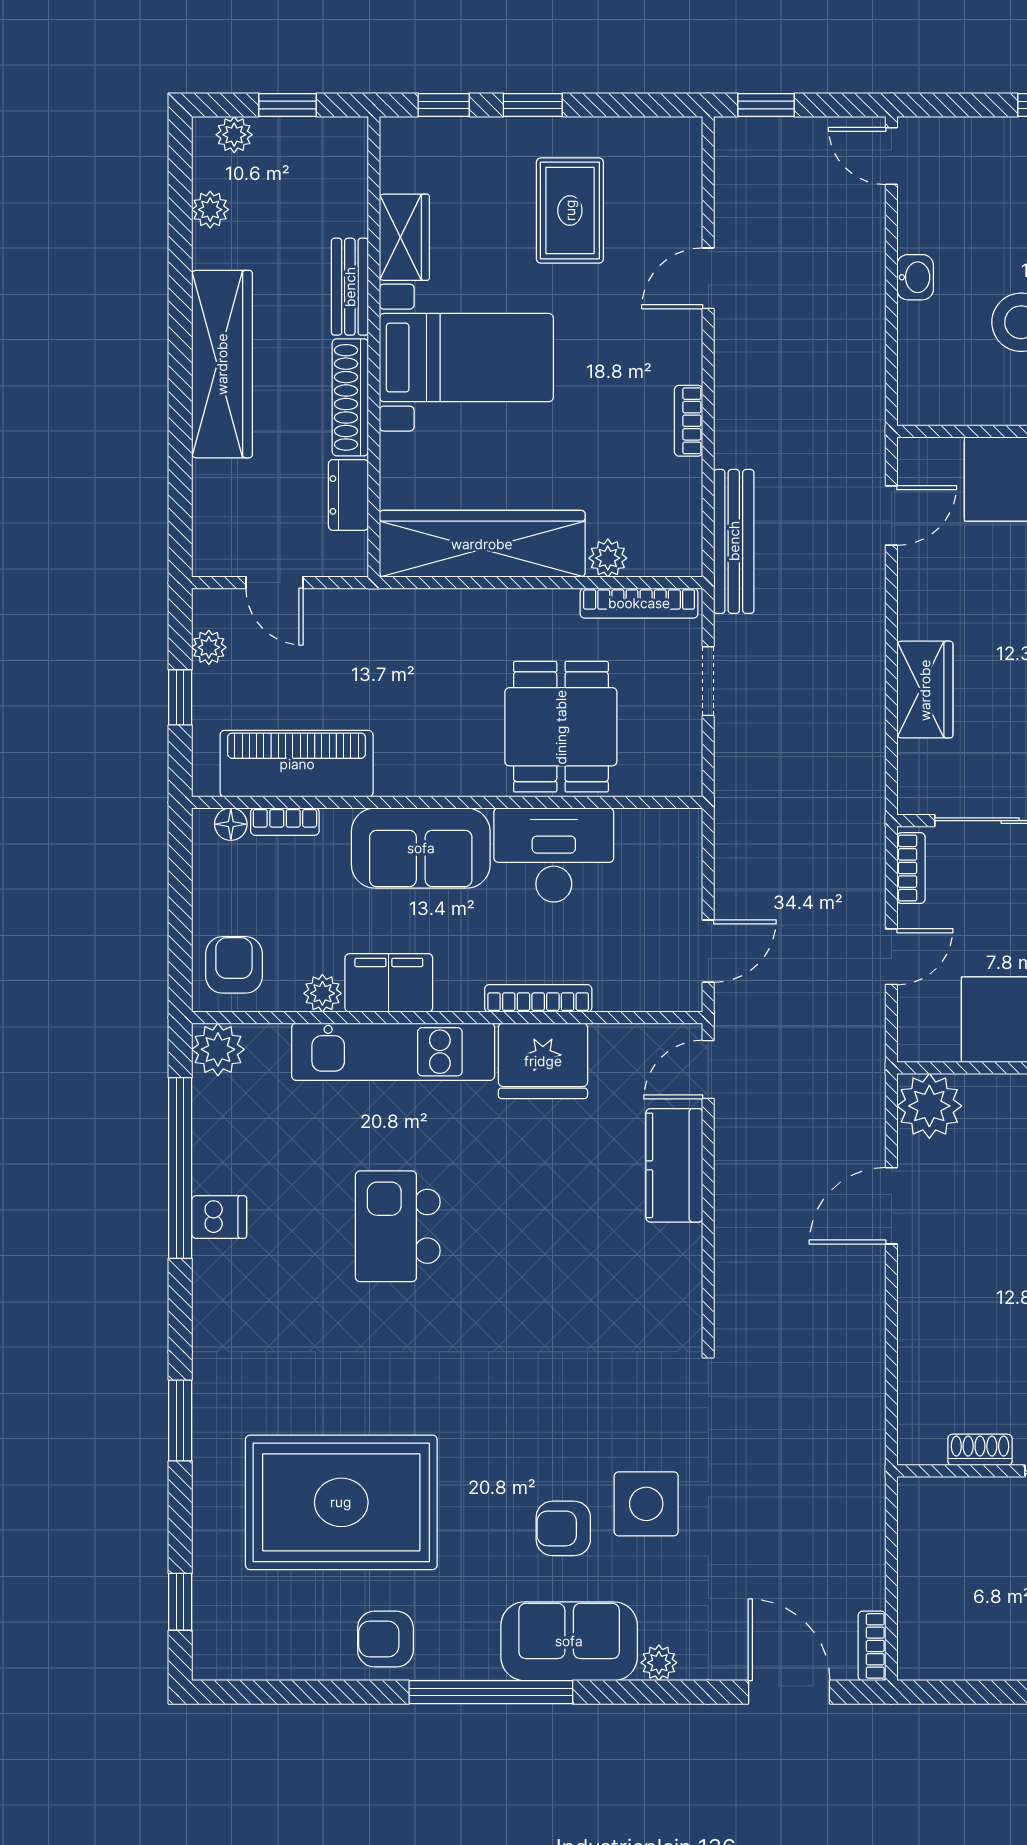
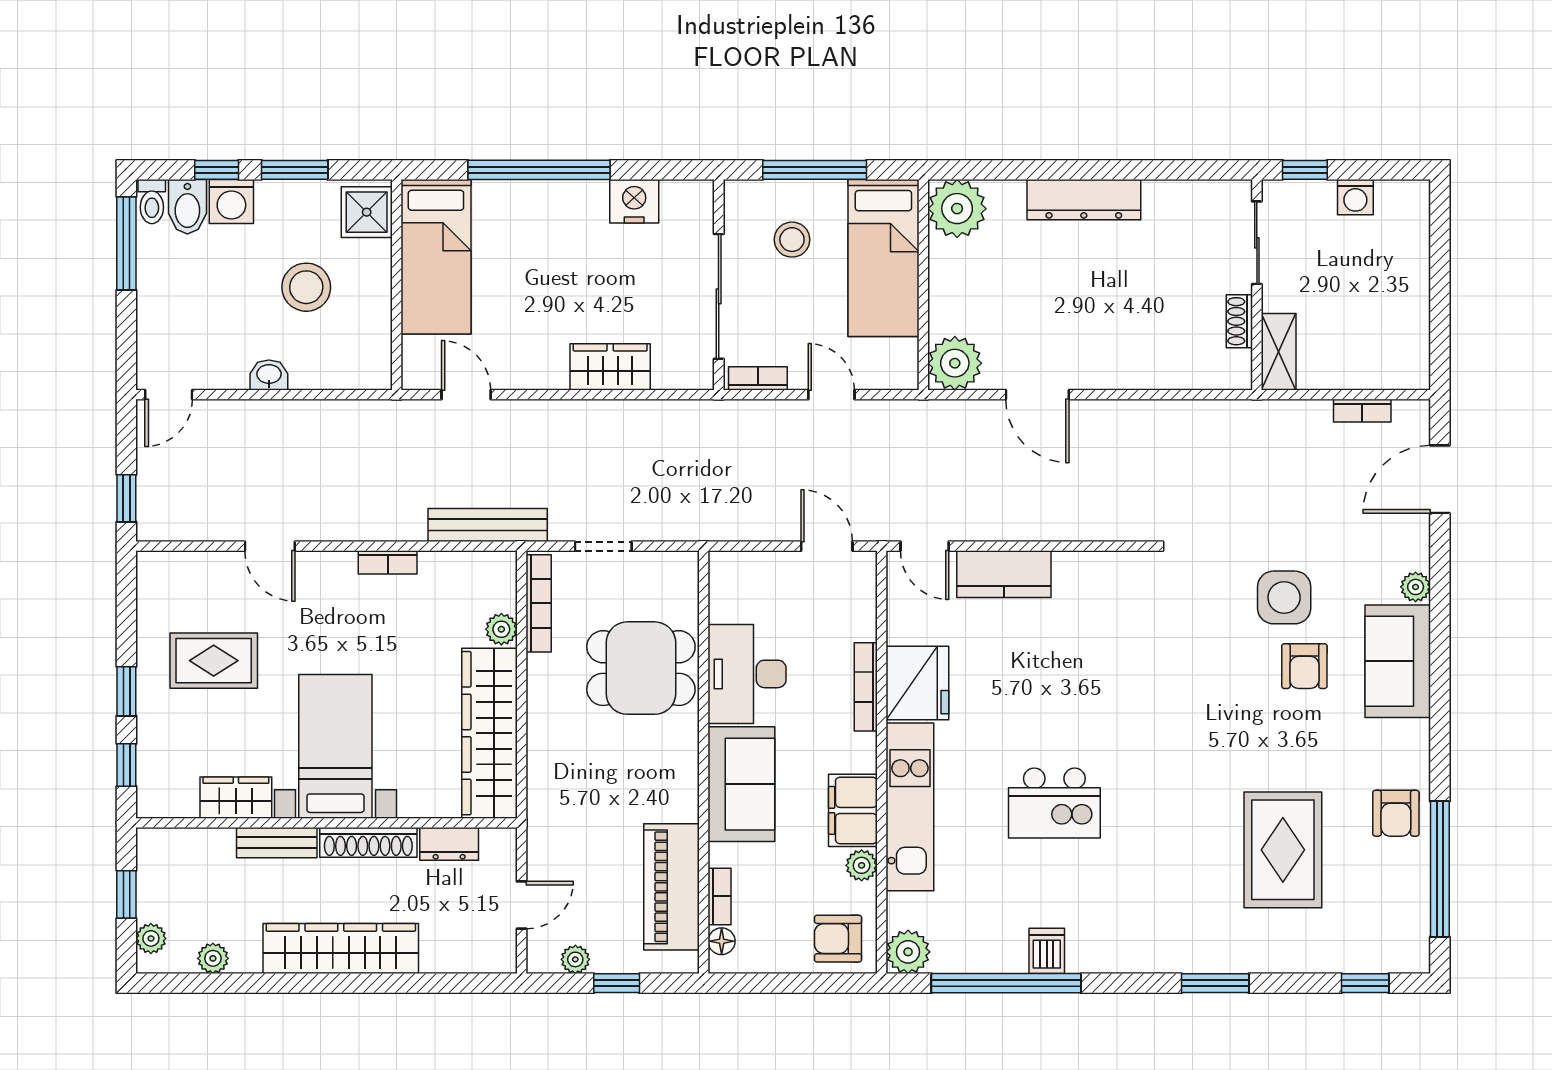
shelving: (943, 1497) -> (1279, 352), added
rug: (341, 1502) -> (1283, 850), width x0.73, depth x0.69
bookcase: (872, 1646) -> (1362, 411), moved
window: (491, 1692) -> (1440, 869), moved

